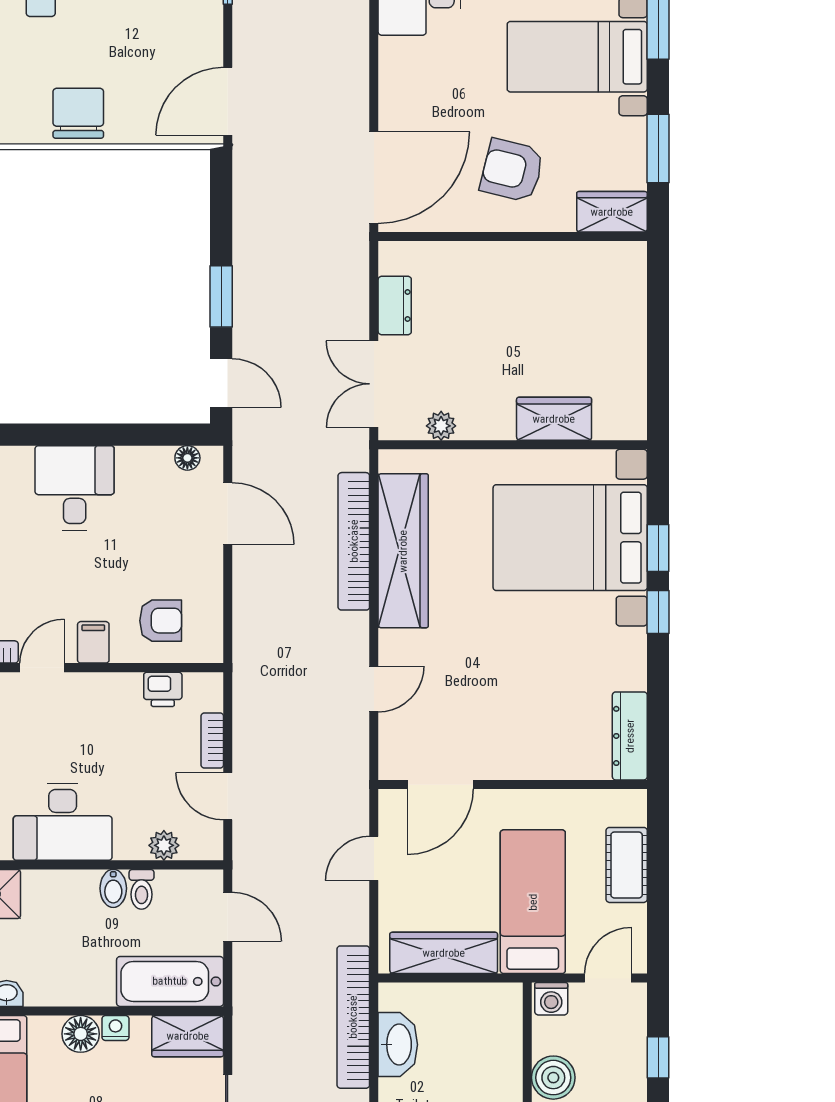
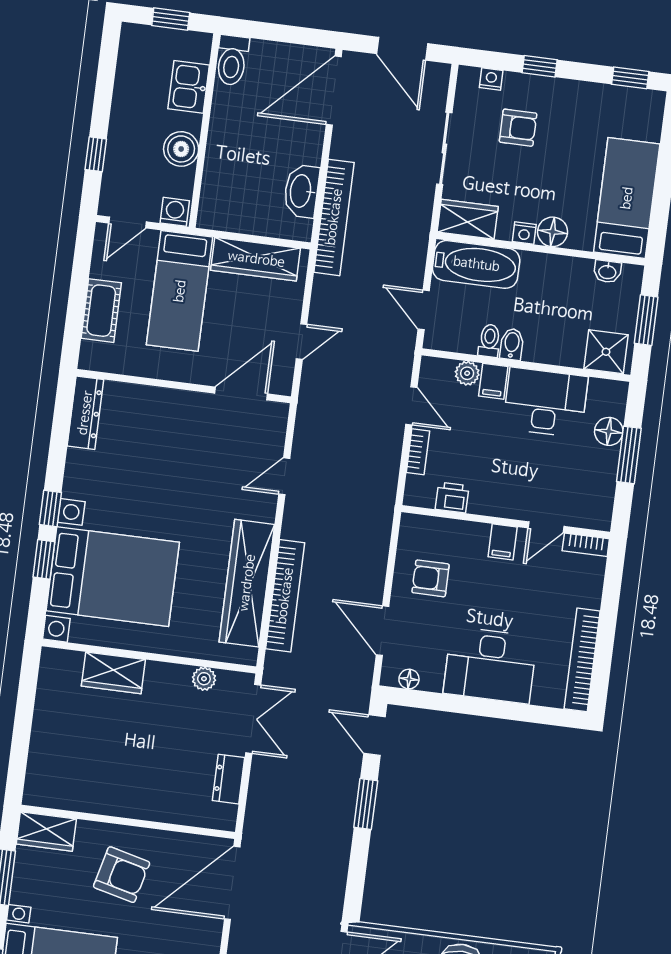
desk: (75, 488) -> (490, 665), width x1.37
armchair: (161, 621) -> (431, 578), moved
filing cabinet: (130, 840) -> (493, 381), added

